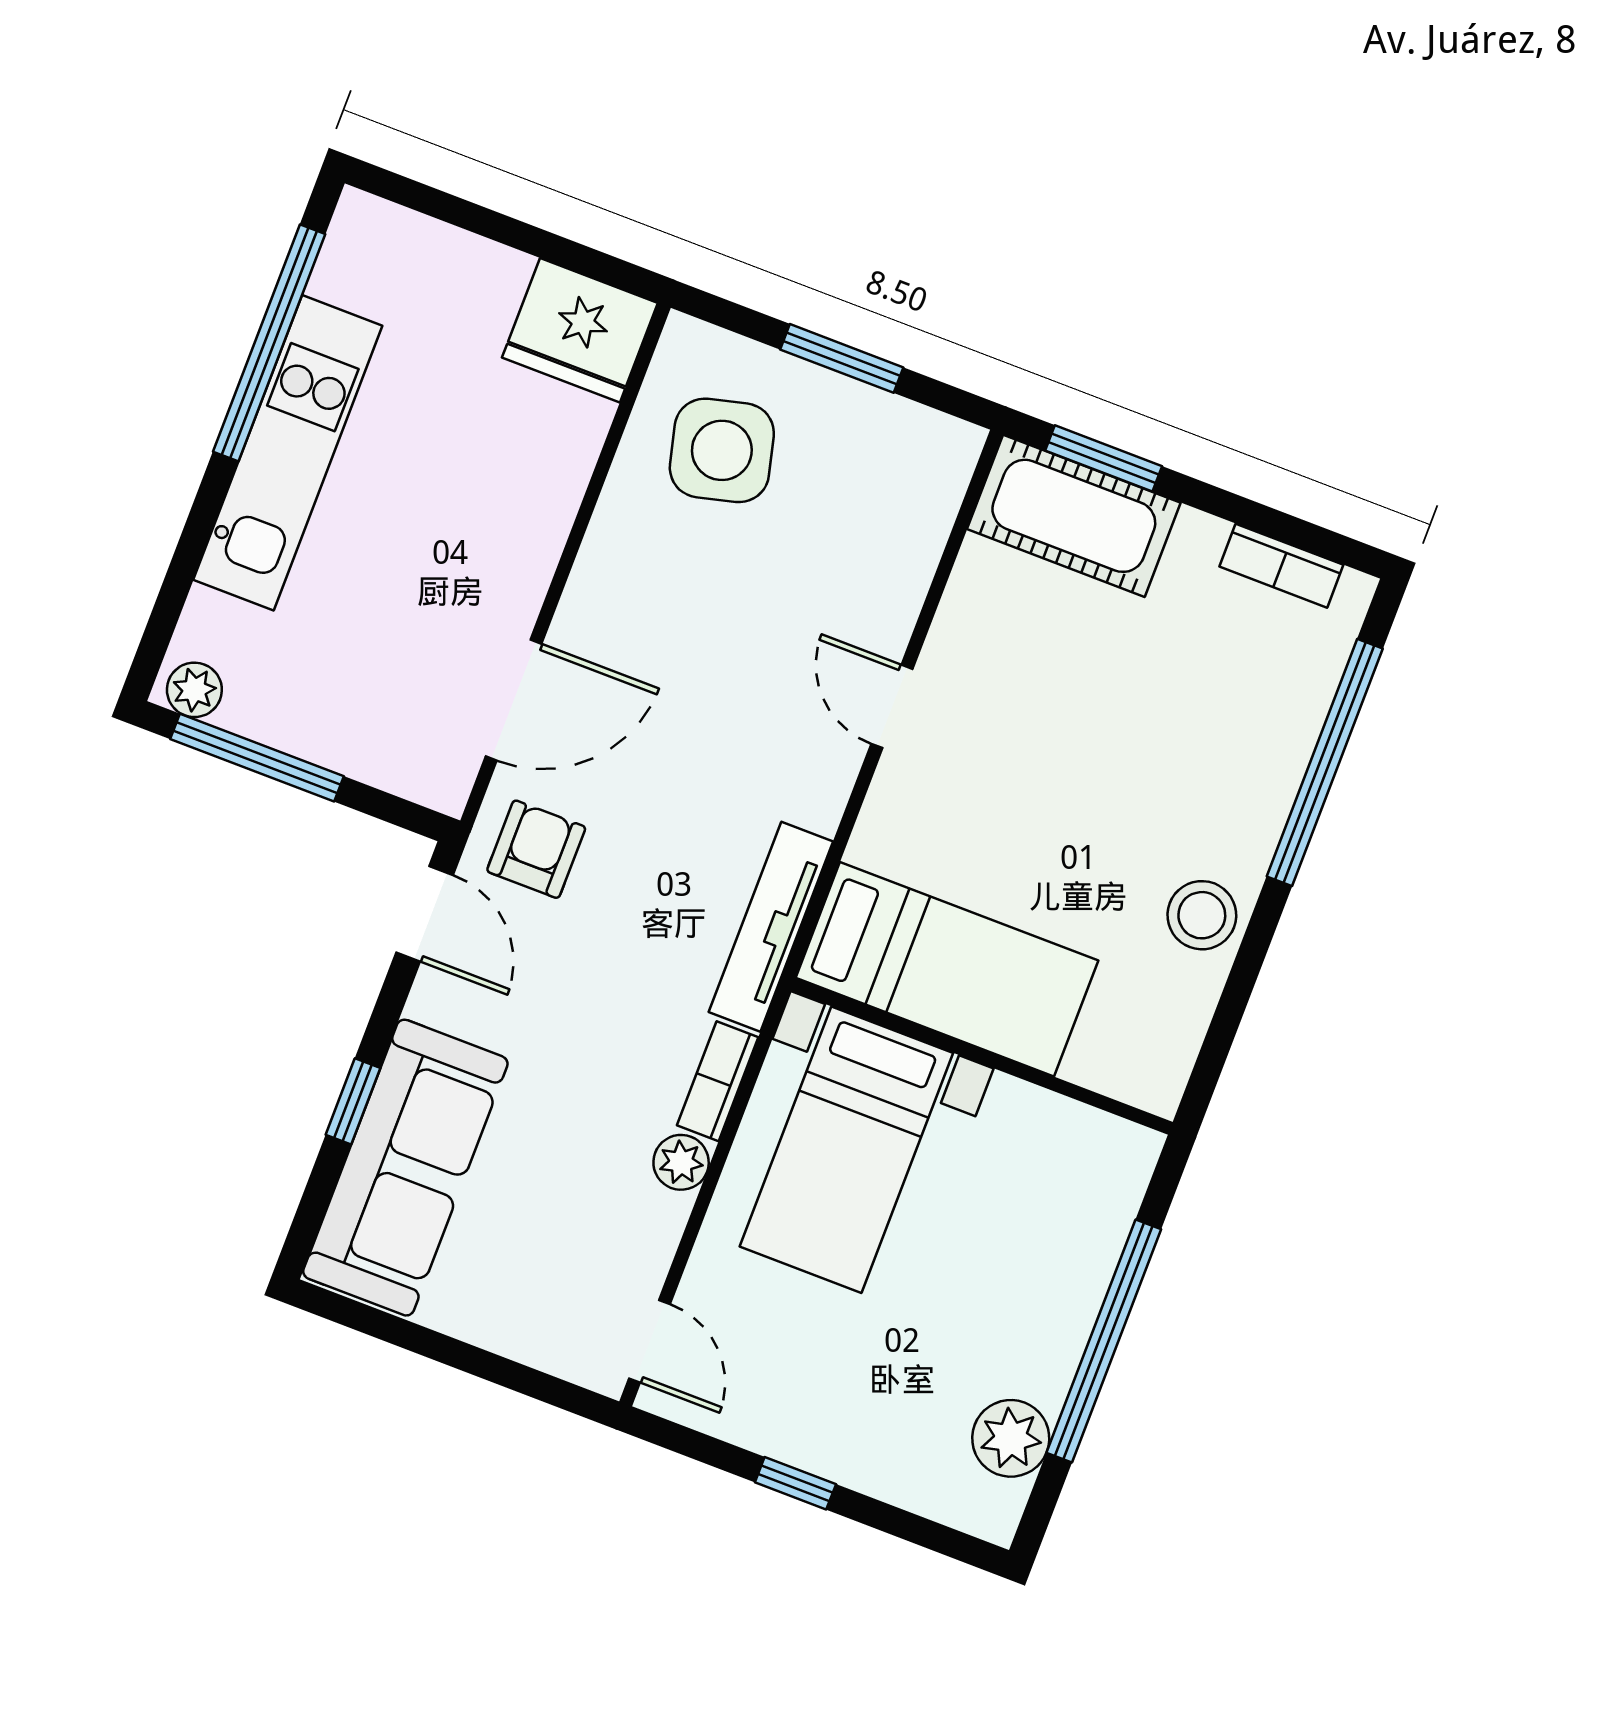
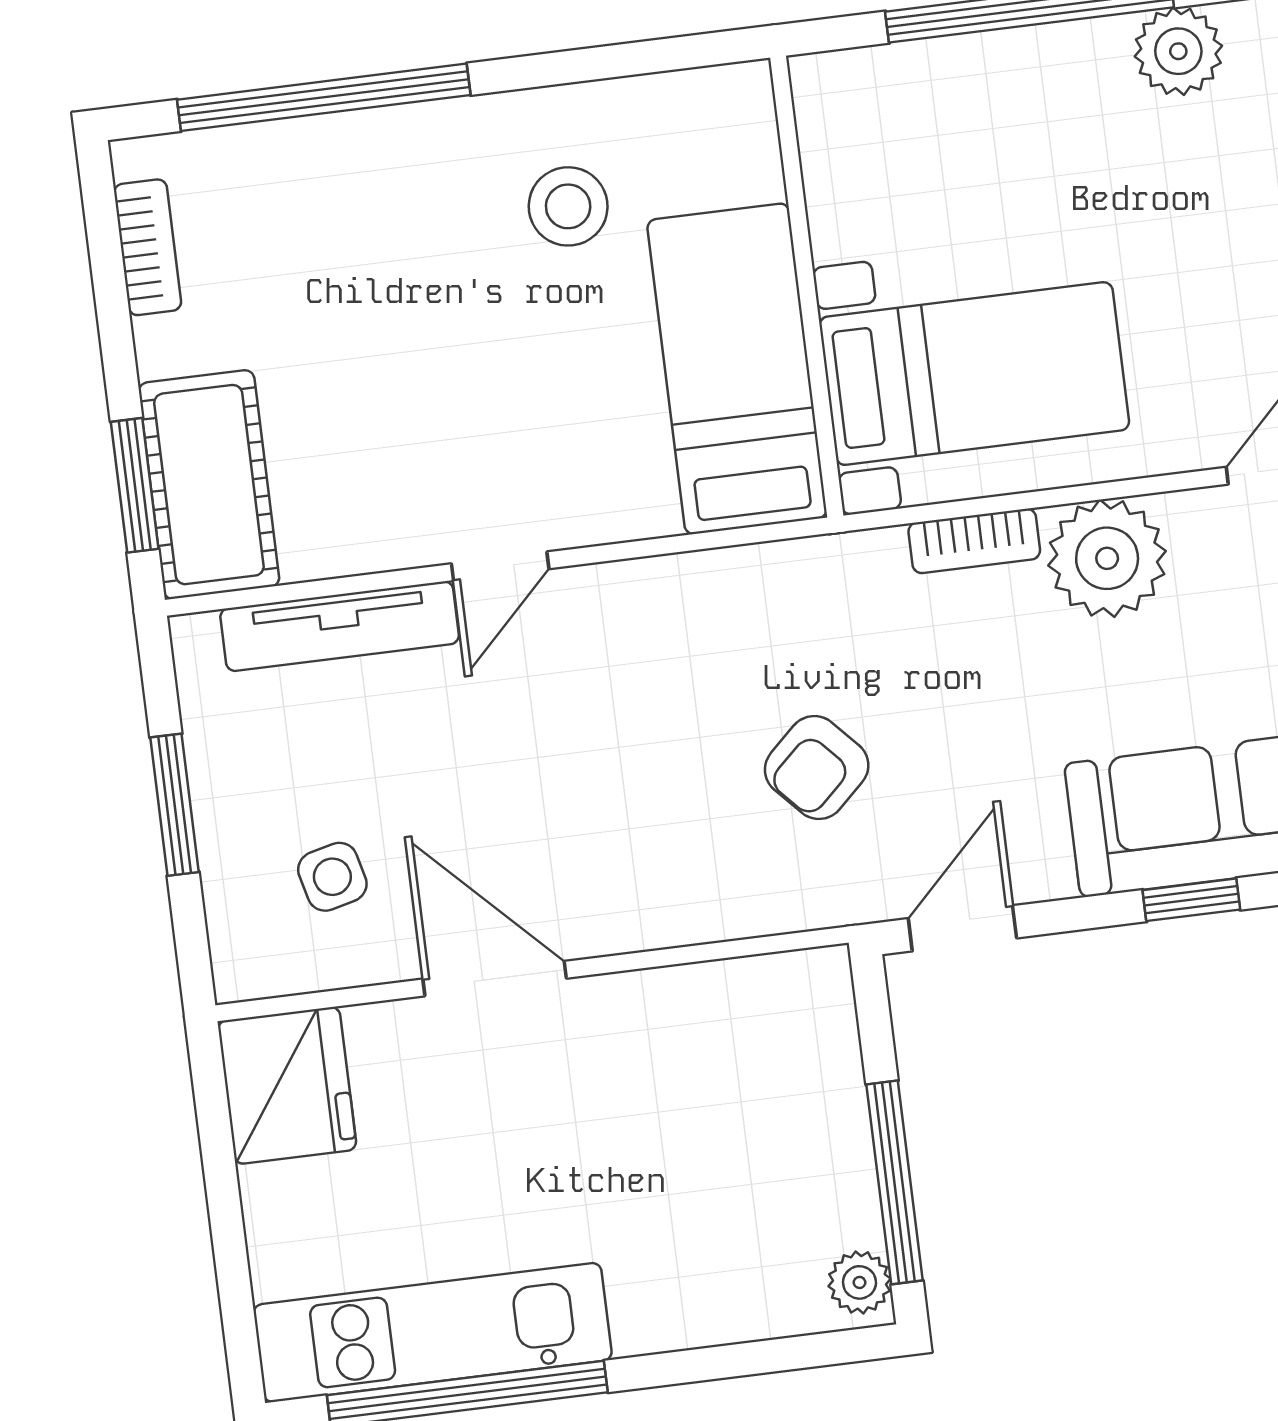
side table: (722, 450) -> (332, 877), width x0.54, depth x0.54
kitchen unit: (288, 453) -> (433, 1332), moved
door: (514, 700) -> (495, 979), moved
armchair: (536, 849) -> (817, 768), moved, turned -43
stool: (1202, 915) -> (568, 206), moved
tv unit: (771, 927) -> (340, 626), moved
plant: (681, 1162) -> (1107, 558), width x1.88, depth x1.88

